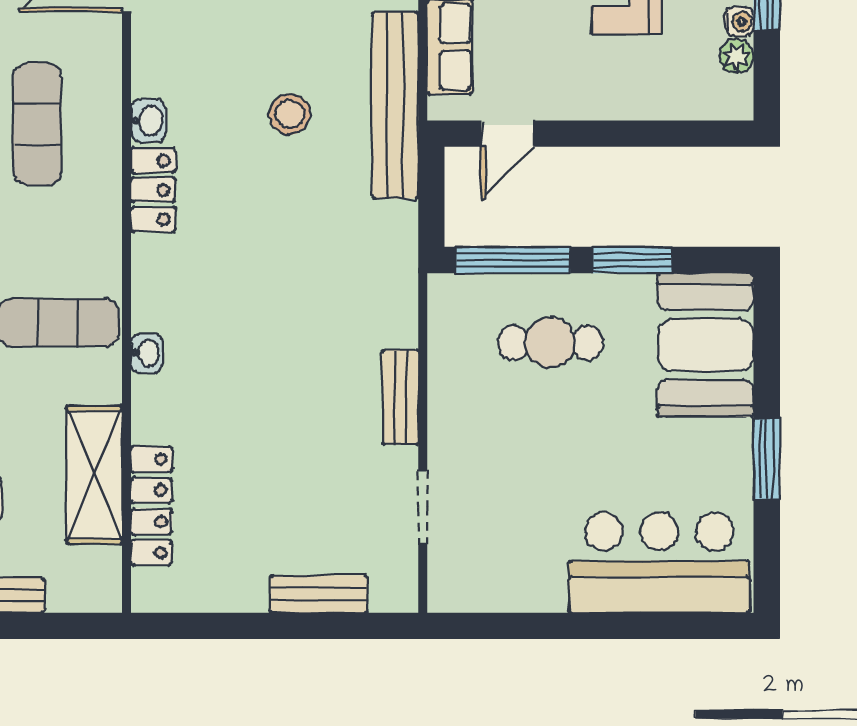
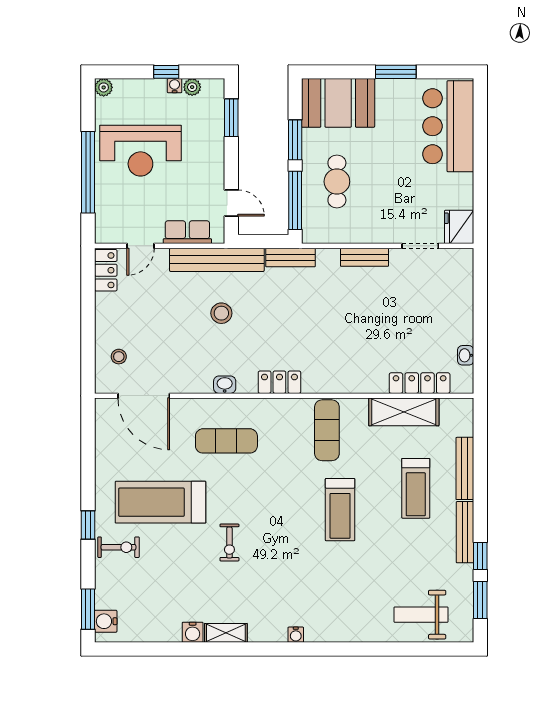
window: (676, 134) -> (231, 118), added
locker: (153, 190) -> (279, 382), moved
washbasin: (147, 353) -> (466, 355), moved, turned -90
fridge: (460, 584) -> (459, 227), added
bench: (319, 594) -> (290, 258), moved, turned 90

